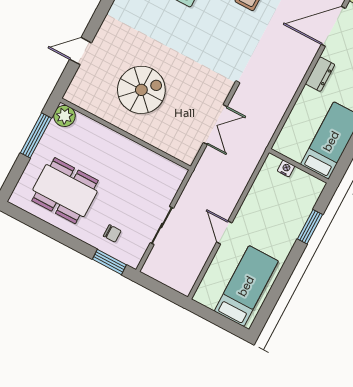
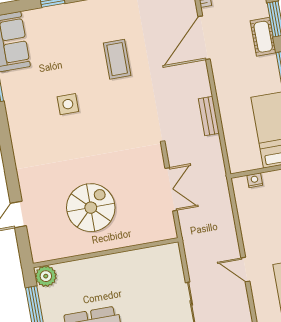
dresser: (320, 74) -> (223, 84), removed
bench: (289, 90) -> (209, 116), added

